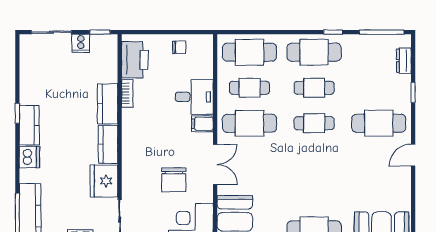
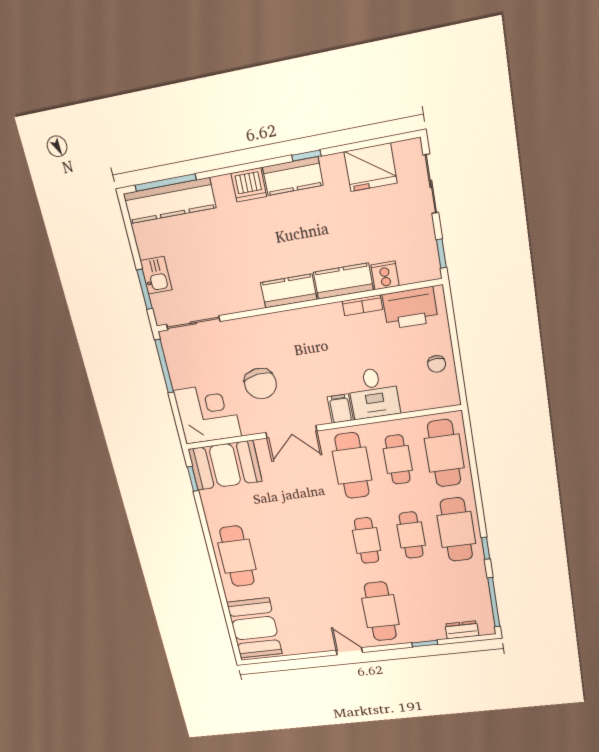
cooker: (81, 43) -> (385, 275), moved, turned 90
chair: (174, 180) -> (260, 384), turned -98
fridge: (104, 181) -> (371, 167), moved, turned 180

